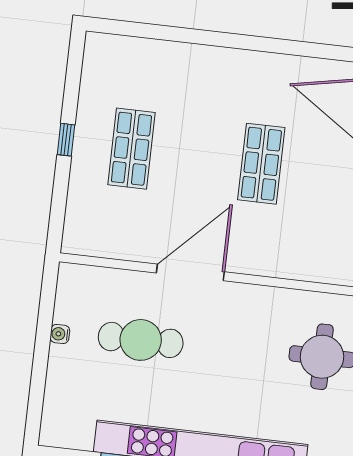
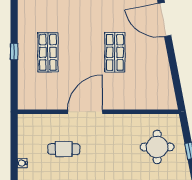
water cooler: (60, 334) -> (22, 163), moved
cafe table: (141, 340) -> (64, 149), width x0.73, depth x0.74

